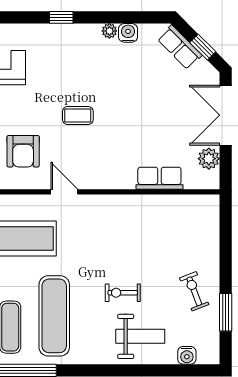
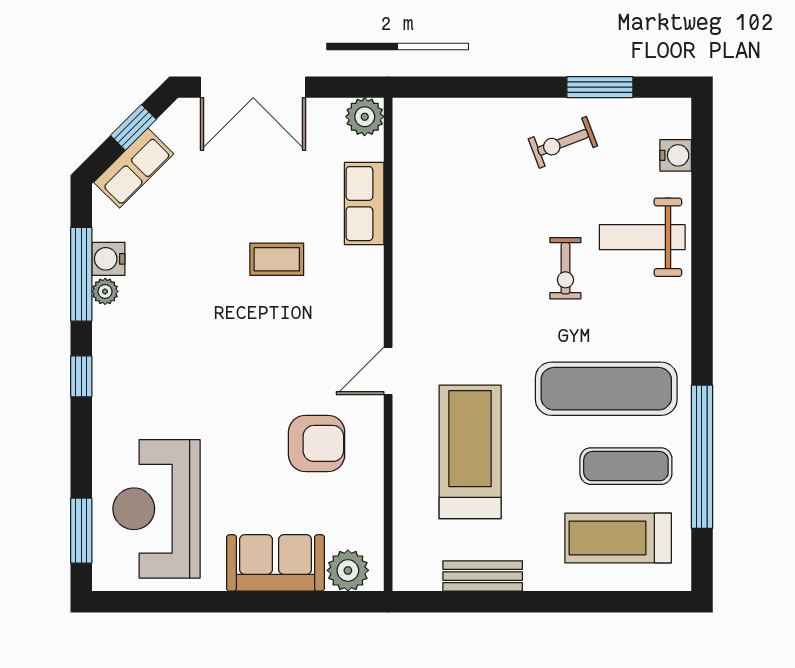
window: (119, 17) -> (81, 274), added
coffee table: (78, 115) -> (277, 259), moved, turned 90
plant: (209, 159) -> (365, 117), moved
weight bench: (140, 336) -> (642, 237), turned -90

